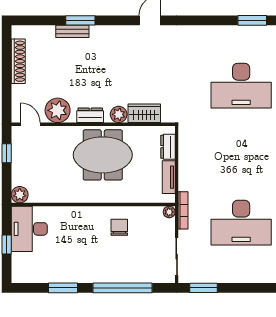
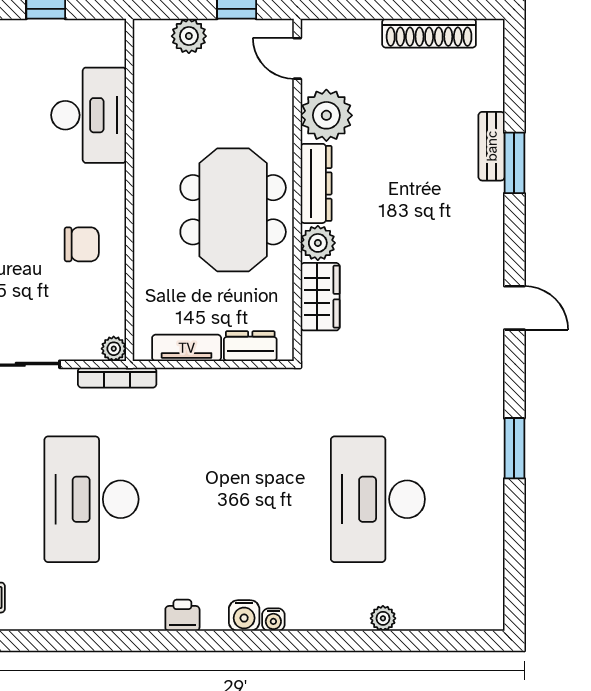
window: (252, 20) -> (514, 448), moved
dresser: (90, 115) -> (316, 183), width x1.44
door: (30, 124) -> (297, 58), swing flipped
plant: (20, 195) -> (189, 36), moved
desk: (29, 229) -> (89, 115), moved, turned 90

